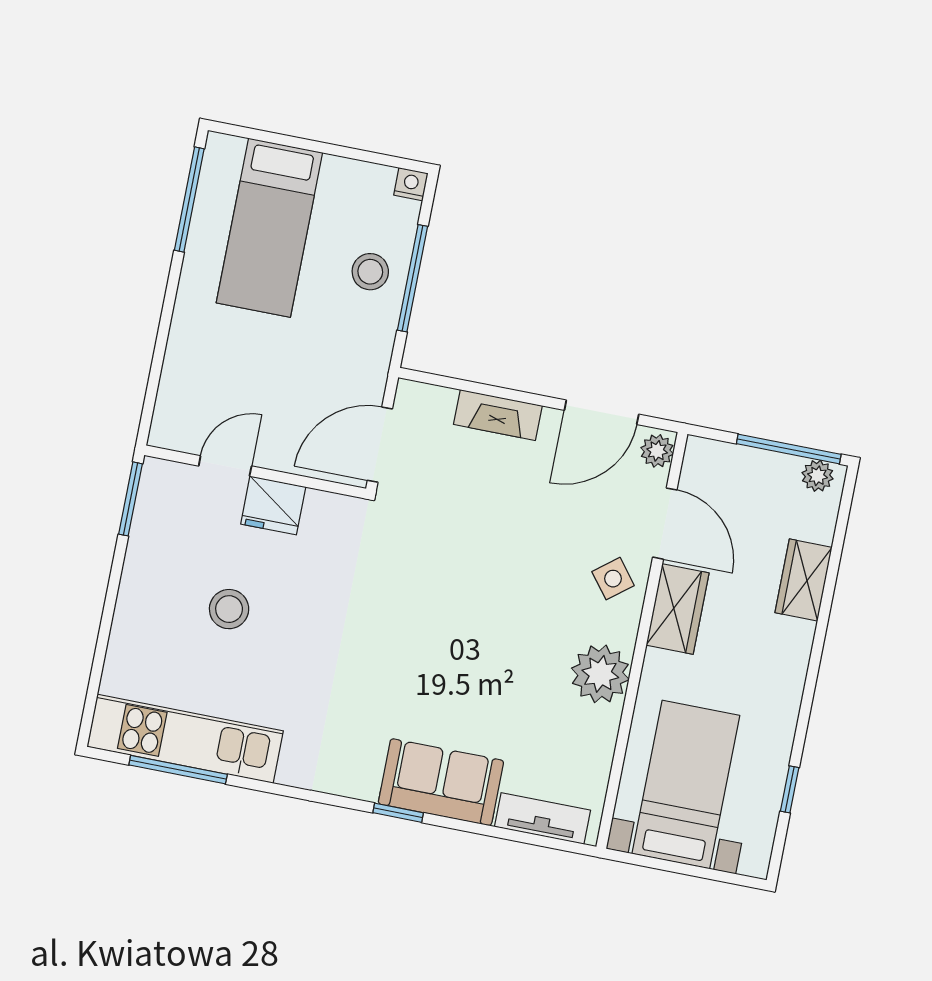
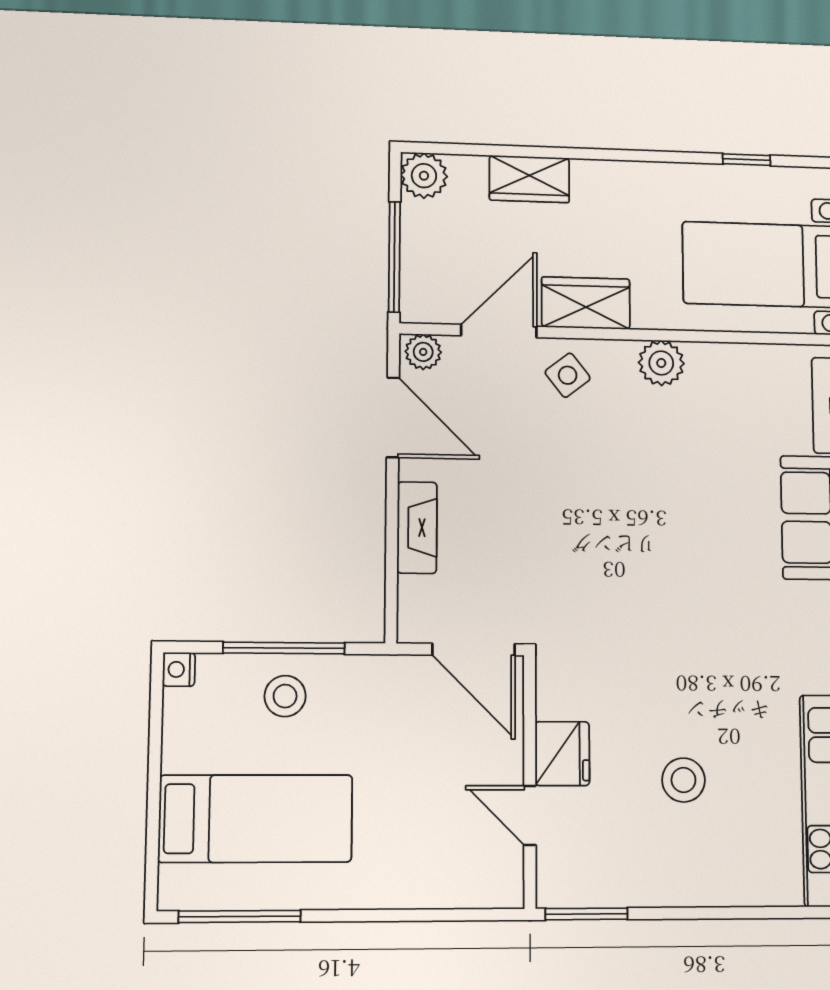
window: (789, 449) -> (394, 257), moved
plant: (818, 476) -> (424, 176), width x1.38, depth x1.38
plant: (600, 674) -> (661, 363), width x0.73, depth x0.73

